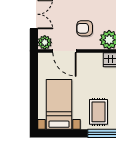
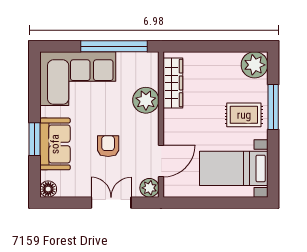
armchair: (85, 28) -> (108, 146), moved, turned 180

